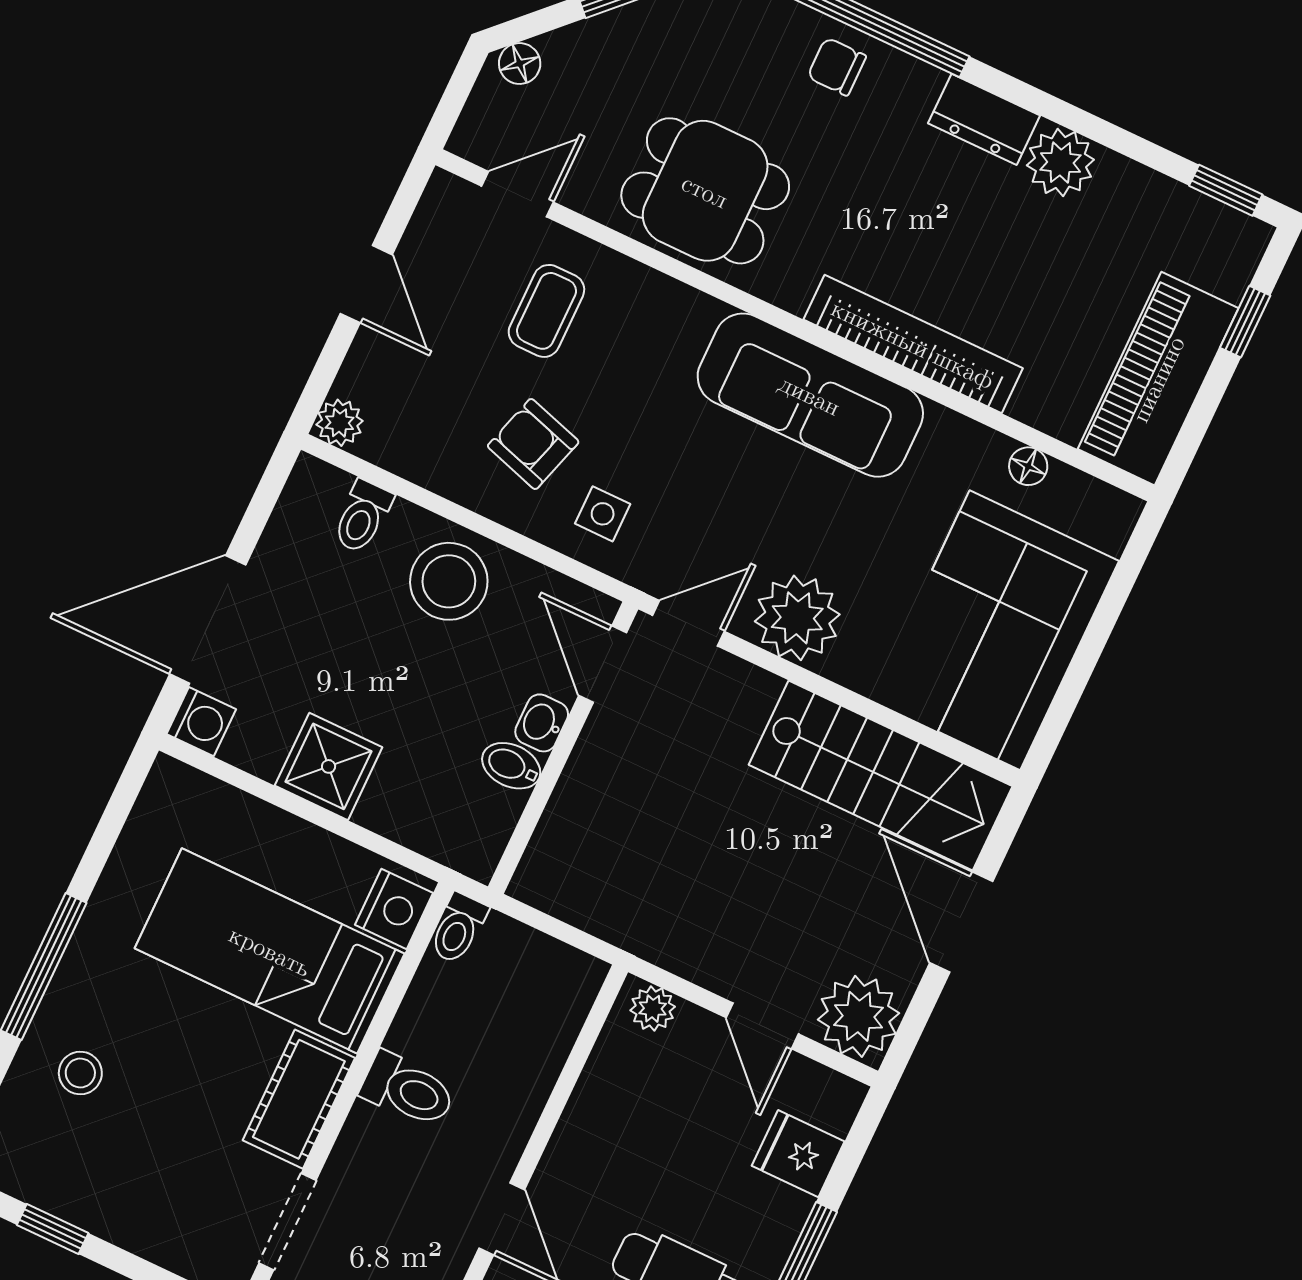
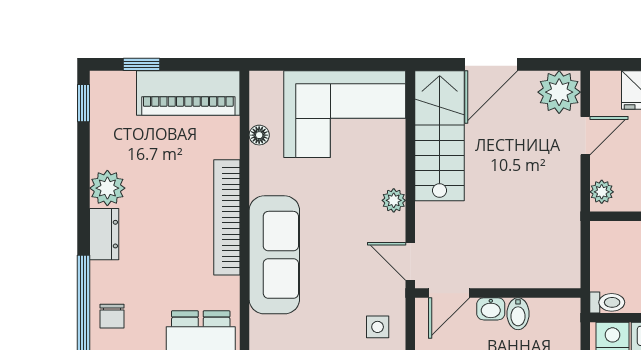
plant: (797, 618) -> (394, 200), width x0.53, depth x0.53

